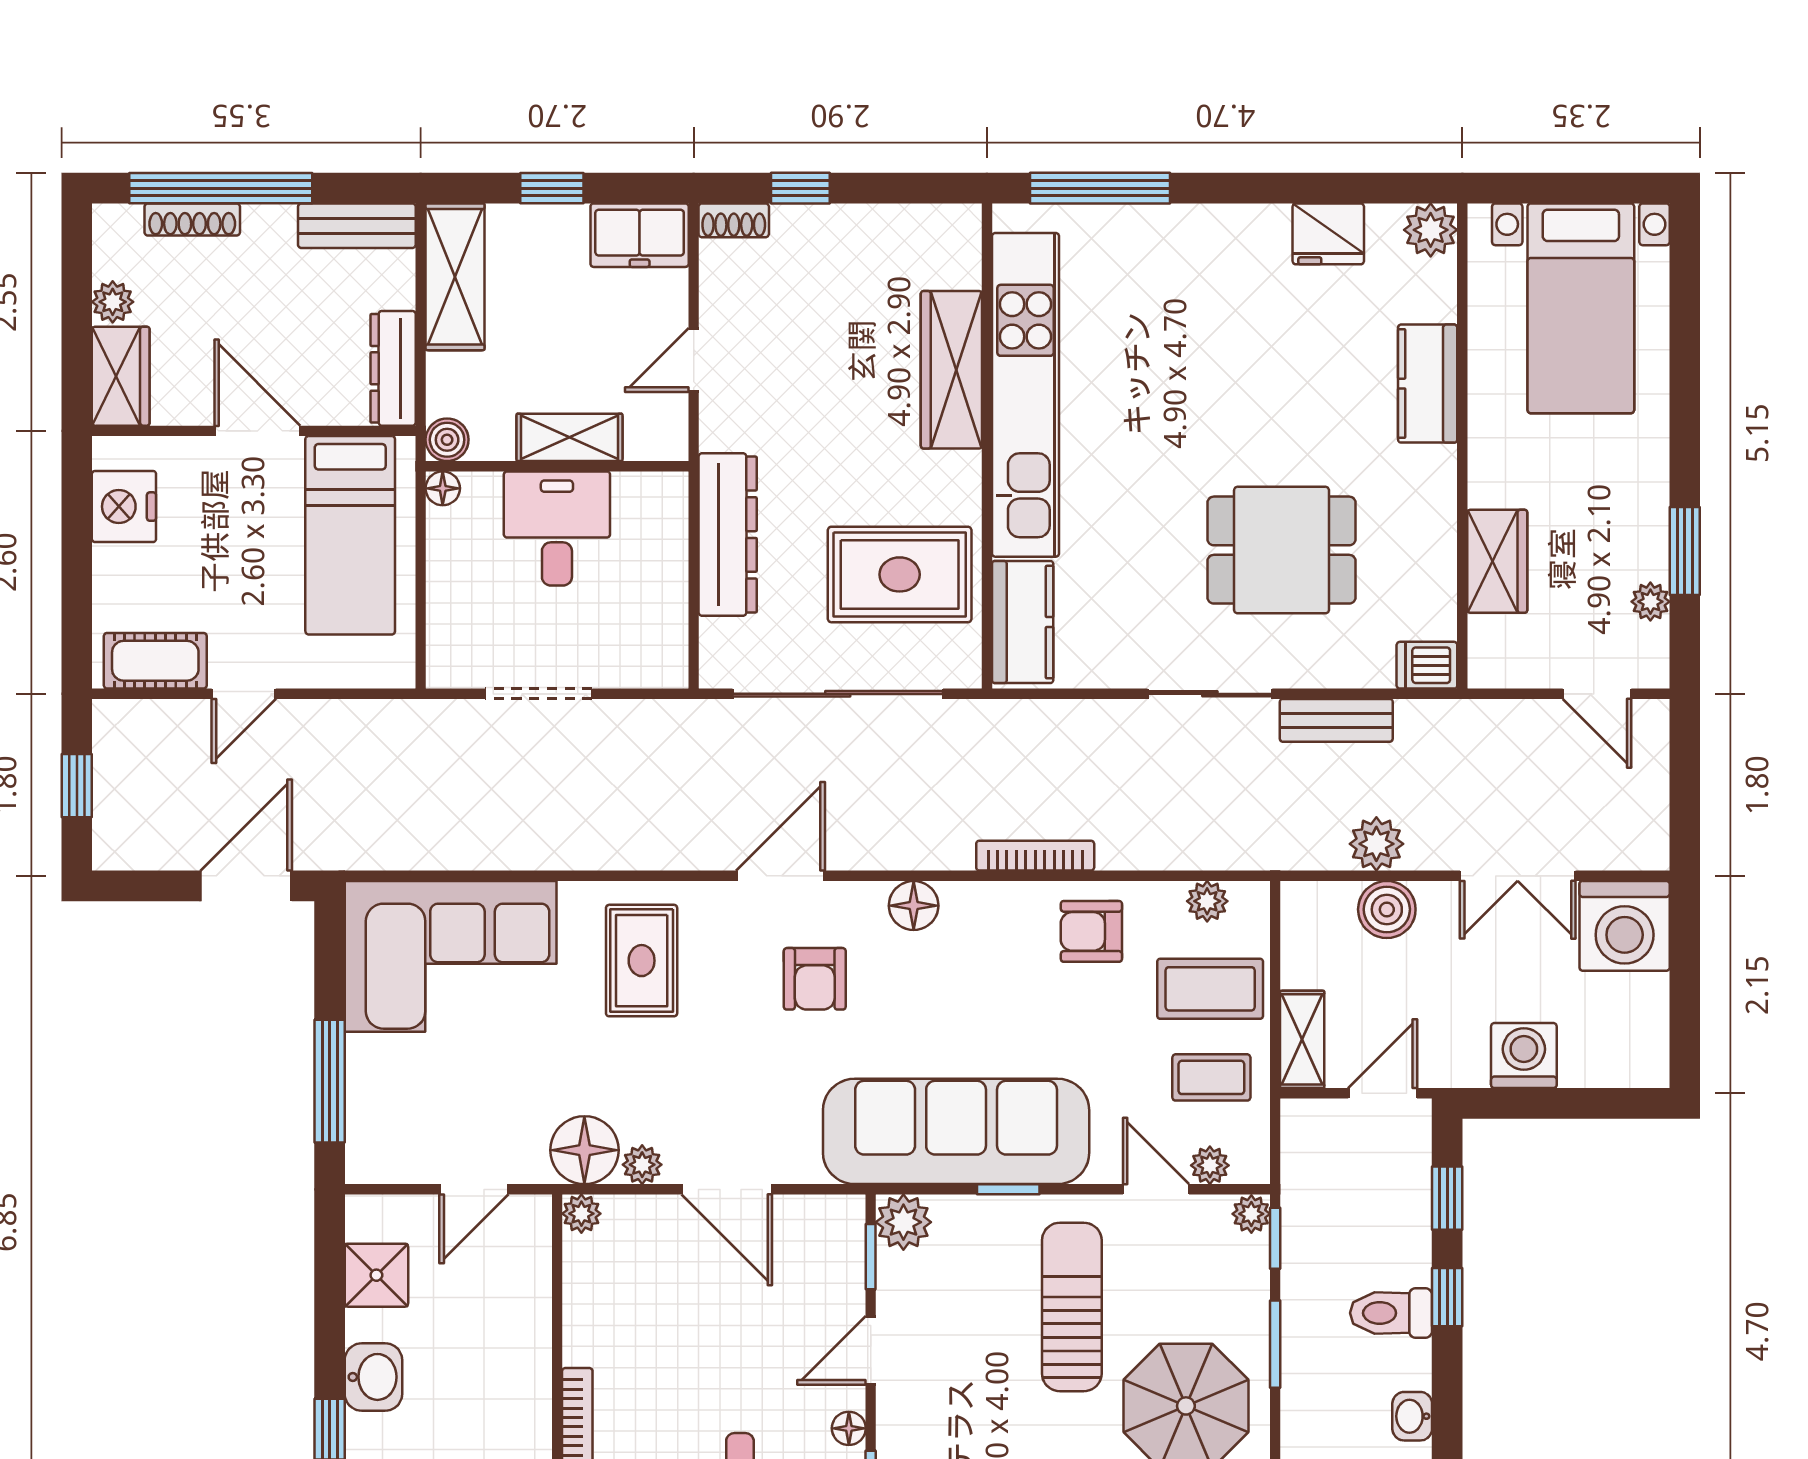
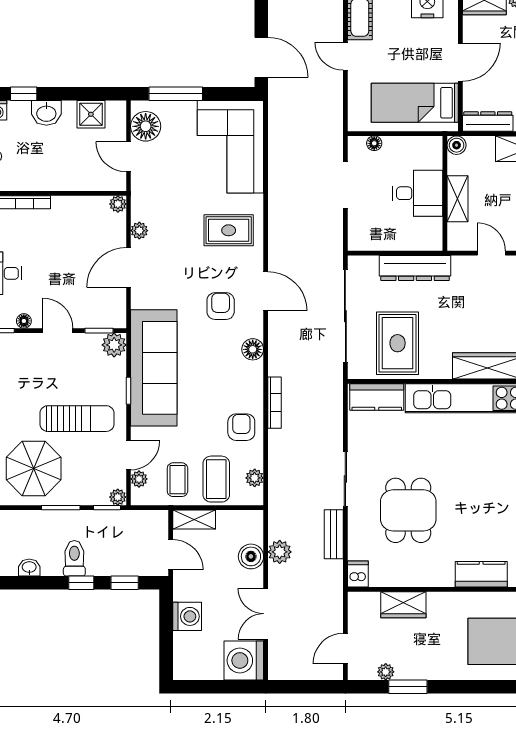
floor lamp: (443, 488) -> (374, 143), moved
armchair: (815, 979) -> (221, 306), turned 90
floor lamp: (584, 1150) -> (146, 126), moved

